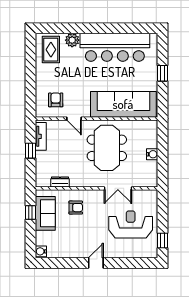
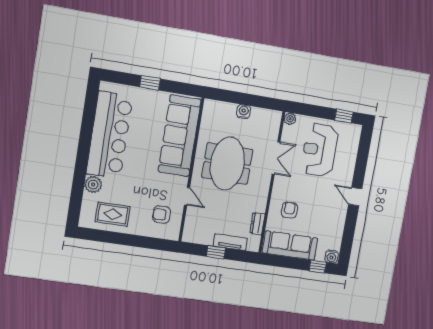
rug: (51, 50) -> (113, 214), moved
door: (74, 119) -> (187, 196), hinge flipped
tv unit: (41, 136) -> (230, 242), moved
meeting table: (107, 148) -> (227, 164), turned 90
plant: (153, 195) -> (290, 119), added
window: (31, 213) -> (318, 267), moved
sofa: (45, 213) -> (290, 246), width x1.36

